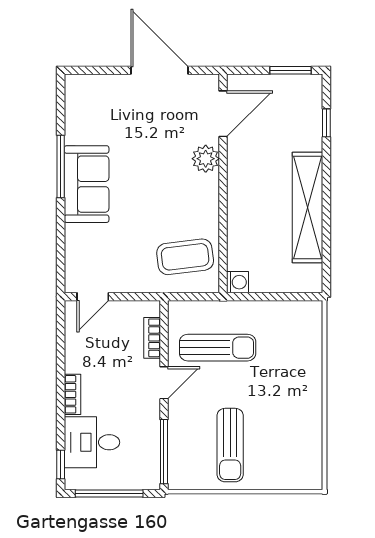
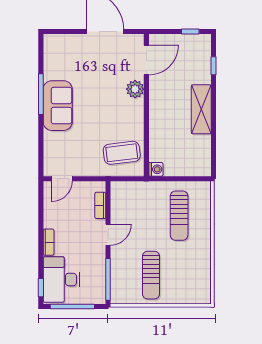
window: (291, 70) -> (190, 32), width x0.67
shelving: (308, 208) -> (201, 109), width x0.68
sun lounger: (218, 348) -> (179, 216), moved, turned 90
desk: (92, 442) -> (61, 279), width x1.37

